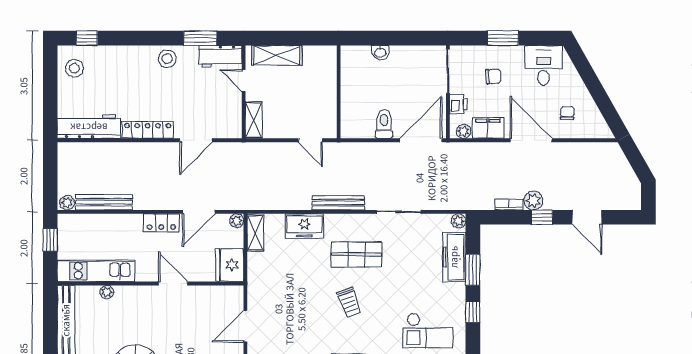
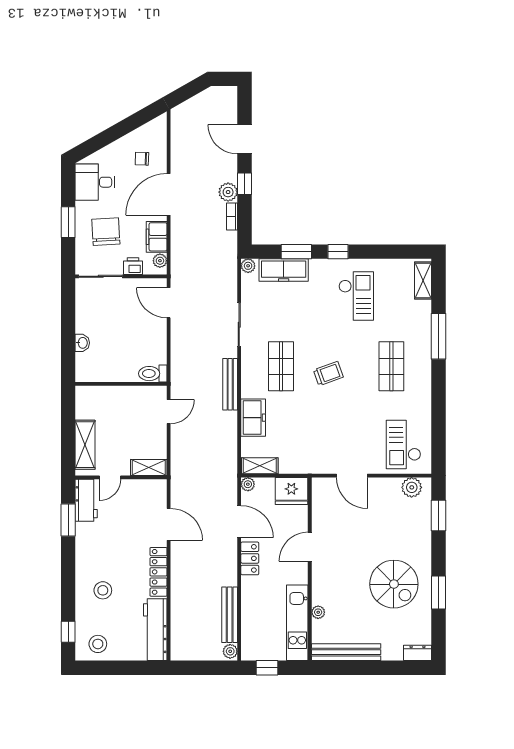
stool: (167, 59) -> (103, 590), moved
chair: (493, 76) -> (106, 232), width x1.87, depth x1.87
toilet: (384, 124) -> (153, 374), moved
door: (421, 140) -> (169, 303), width x0.73
door: (587, 217) -> (245, 139), swing flipped

